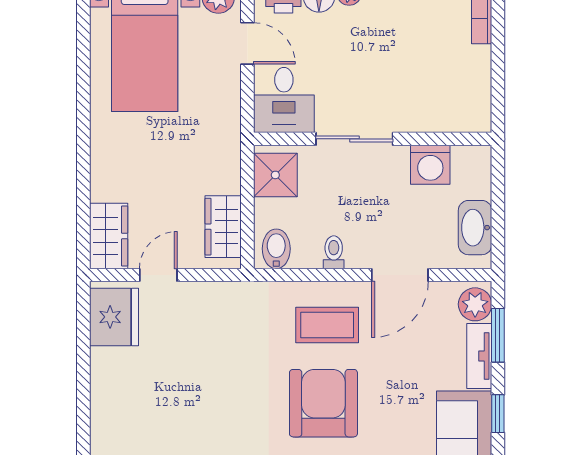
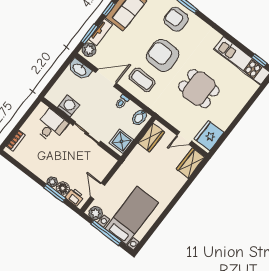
desk: (284, 100) -> (51, 126), moved
washbasin: (475, 228) -> (80, 69), moved, turned 90
dining table: (204, 393) -> (199, 89), added
armchair: (323, 403) -> (163, 55), turned 90

